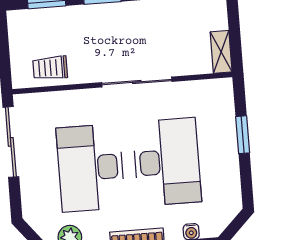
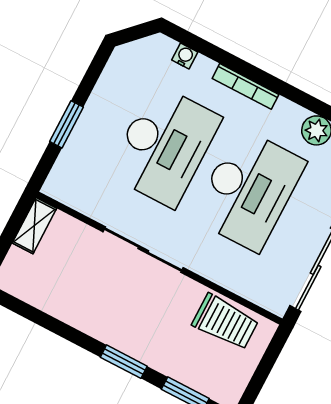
trolley: (50, 68) -> (225, 322), width x1.36, depth x1.39
desk: (167, 162) -> (164, 146), turned 180

